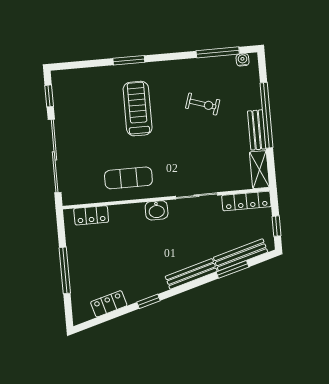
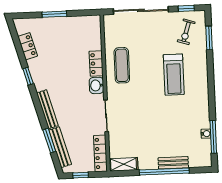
window: (129, 60) -> (209, 38), moved
water cooler: (243, 60) -> (206, 134), moved
exercise bike: (203, 104) -> (186, 32), moved
treadmill: (138, 109) -> (174, 75), turned 90
bench: (257, 130) -> (173, 163), moved
locker: (91, 215) -> (96, 63), moved
window: (65, 270) -> (54, 14), width x0.69

